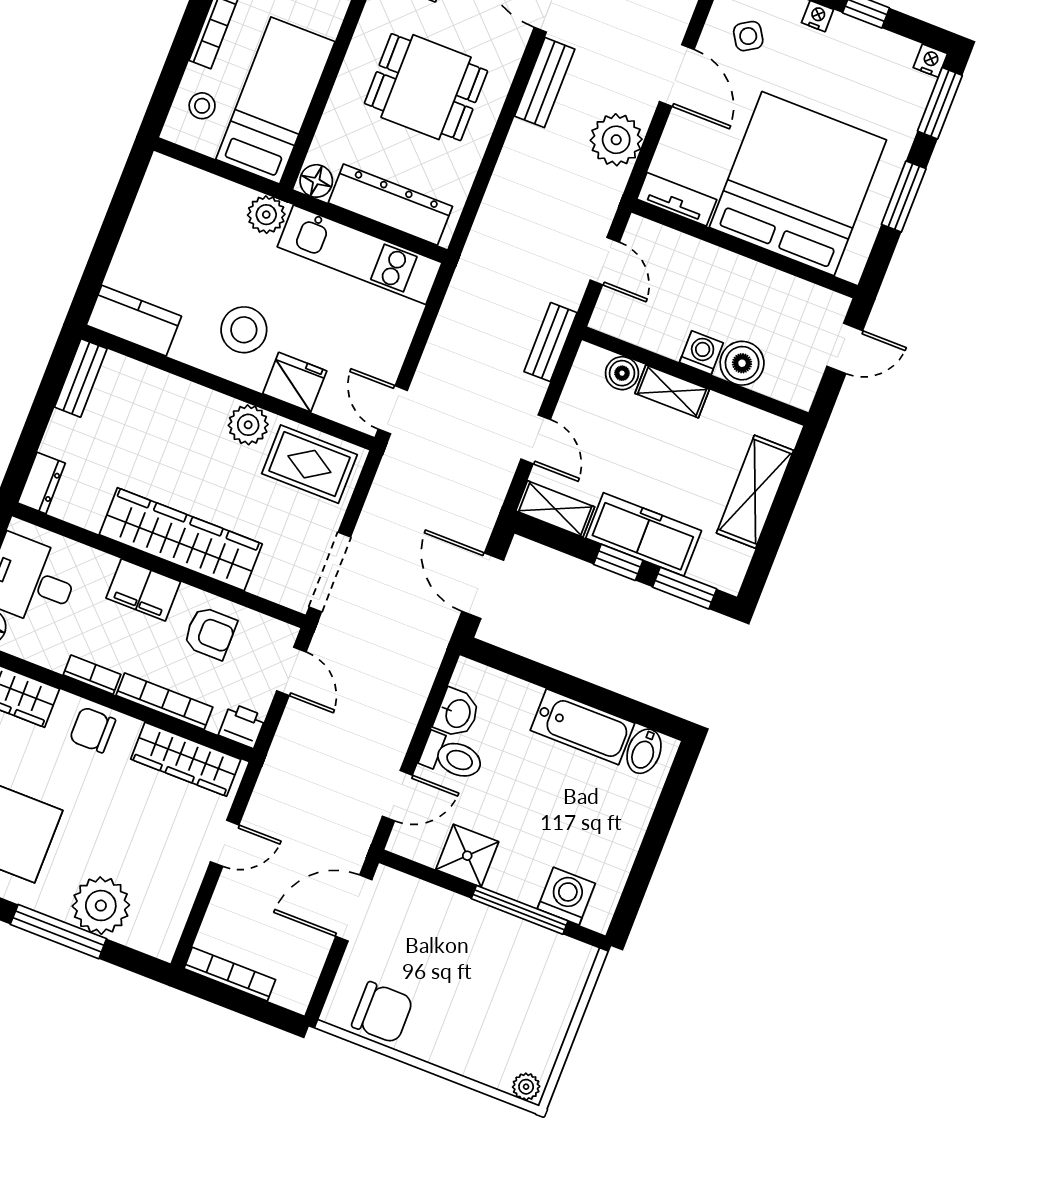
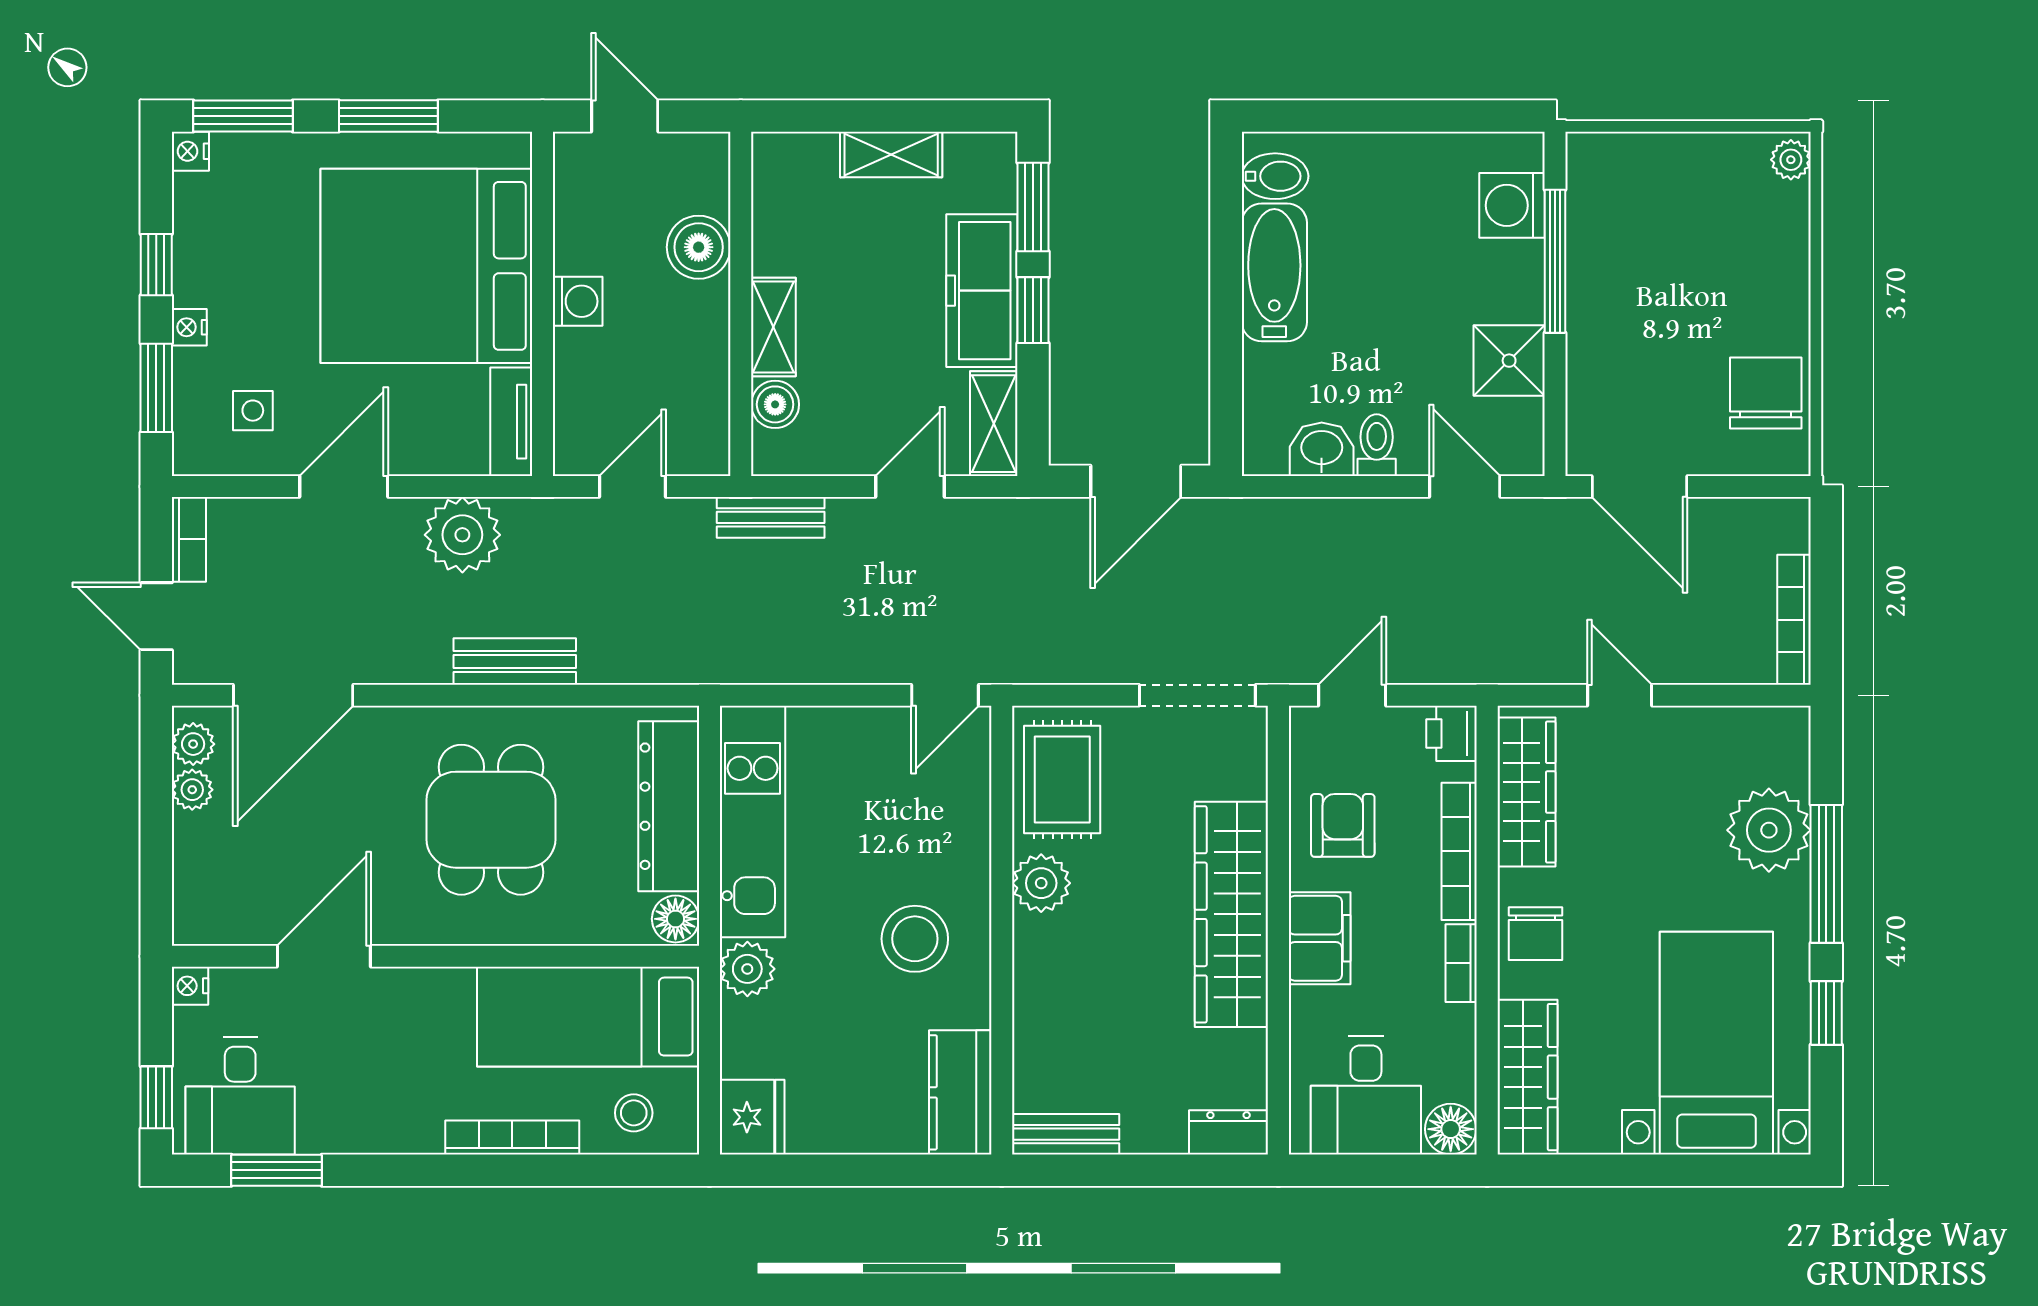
side table: (748, 36) -> (253, 411), turned 32
bench: (545, 83) -> (515, 661), moved
washing machine: (701, 353) -> (578, 301), moved, turned 180
fridge: (295, 382) -> (752, 1117), moved, turned 180
shelving: (755, 492) -> (891, 155), width x0.67, depth x0.75
toilet: (452, 757) -> (1377, 445), width x0.73, depth x0.72

